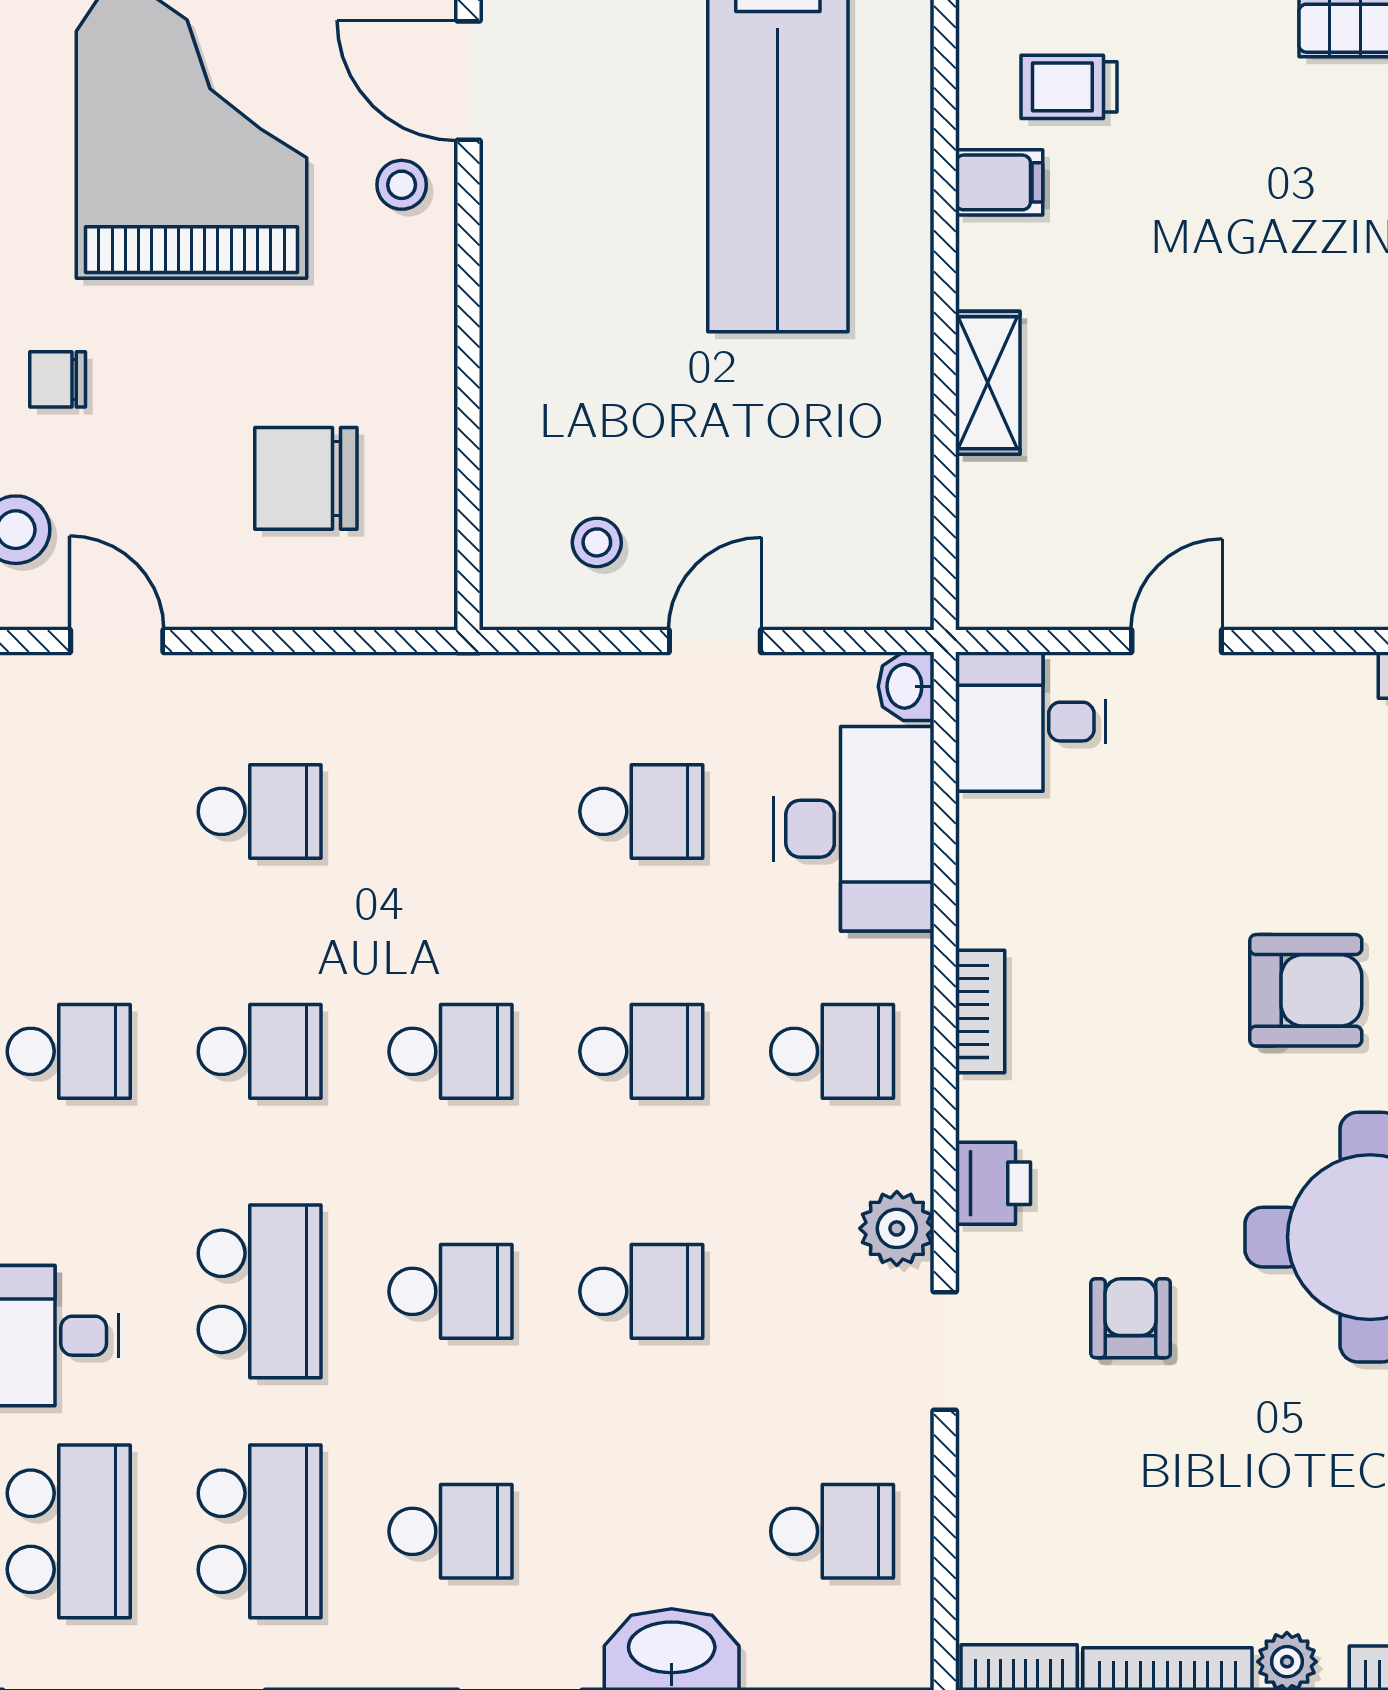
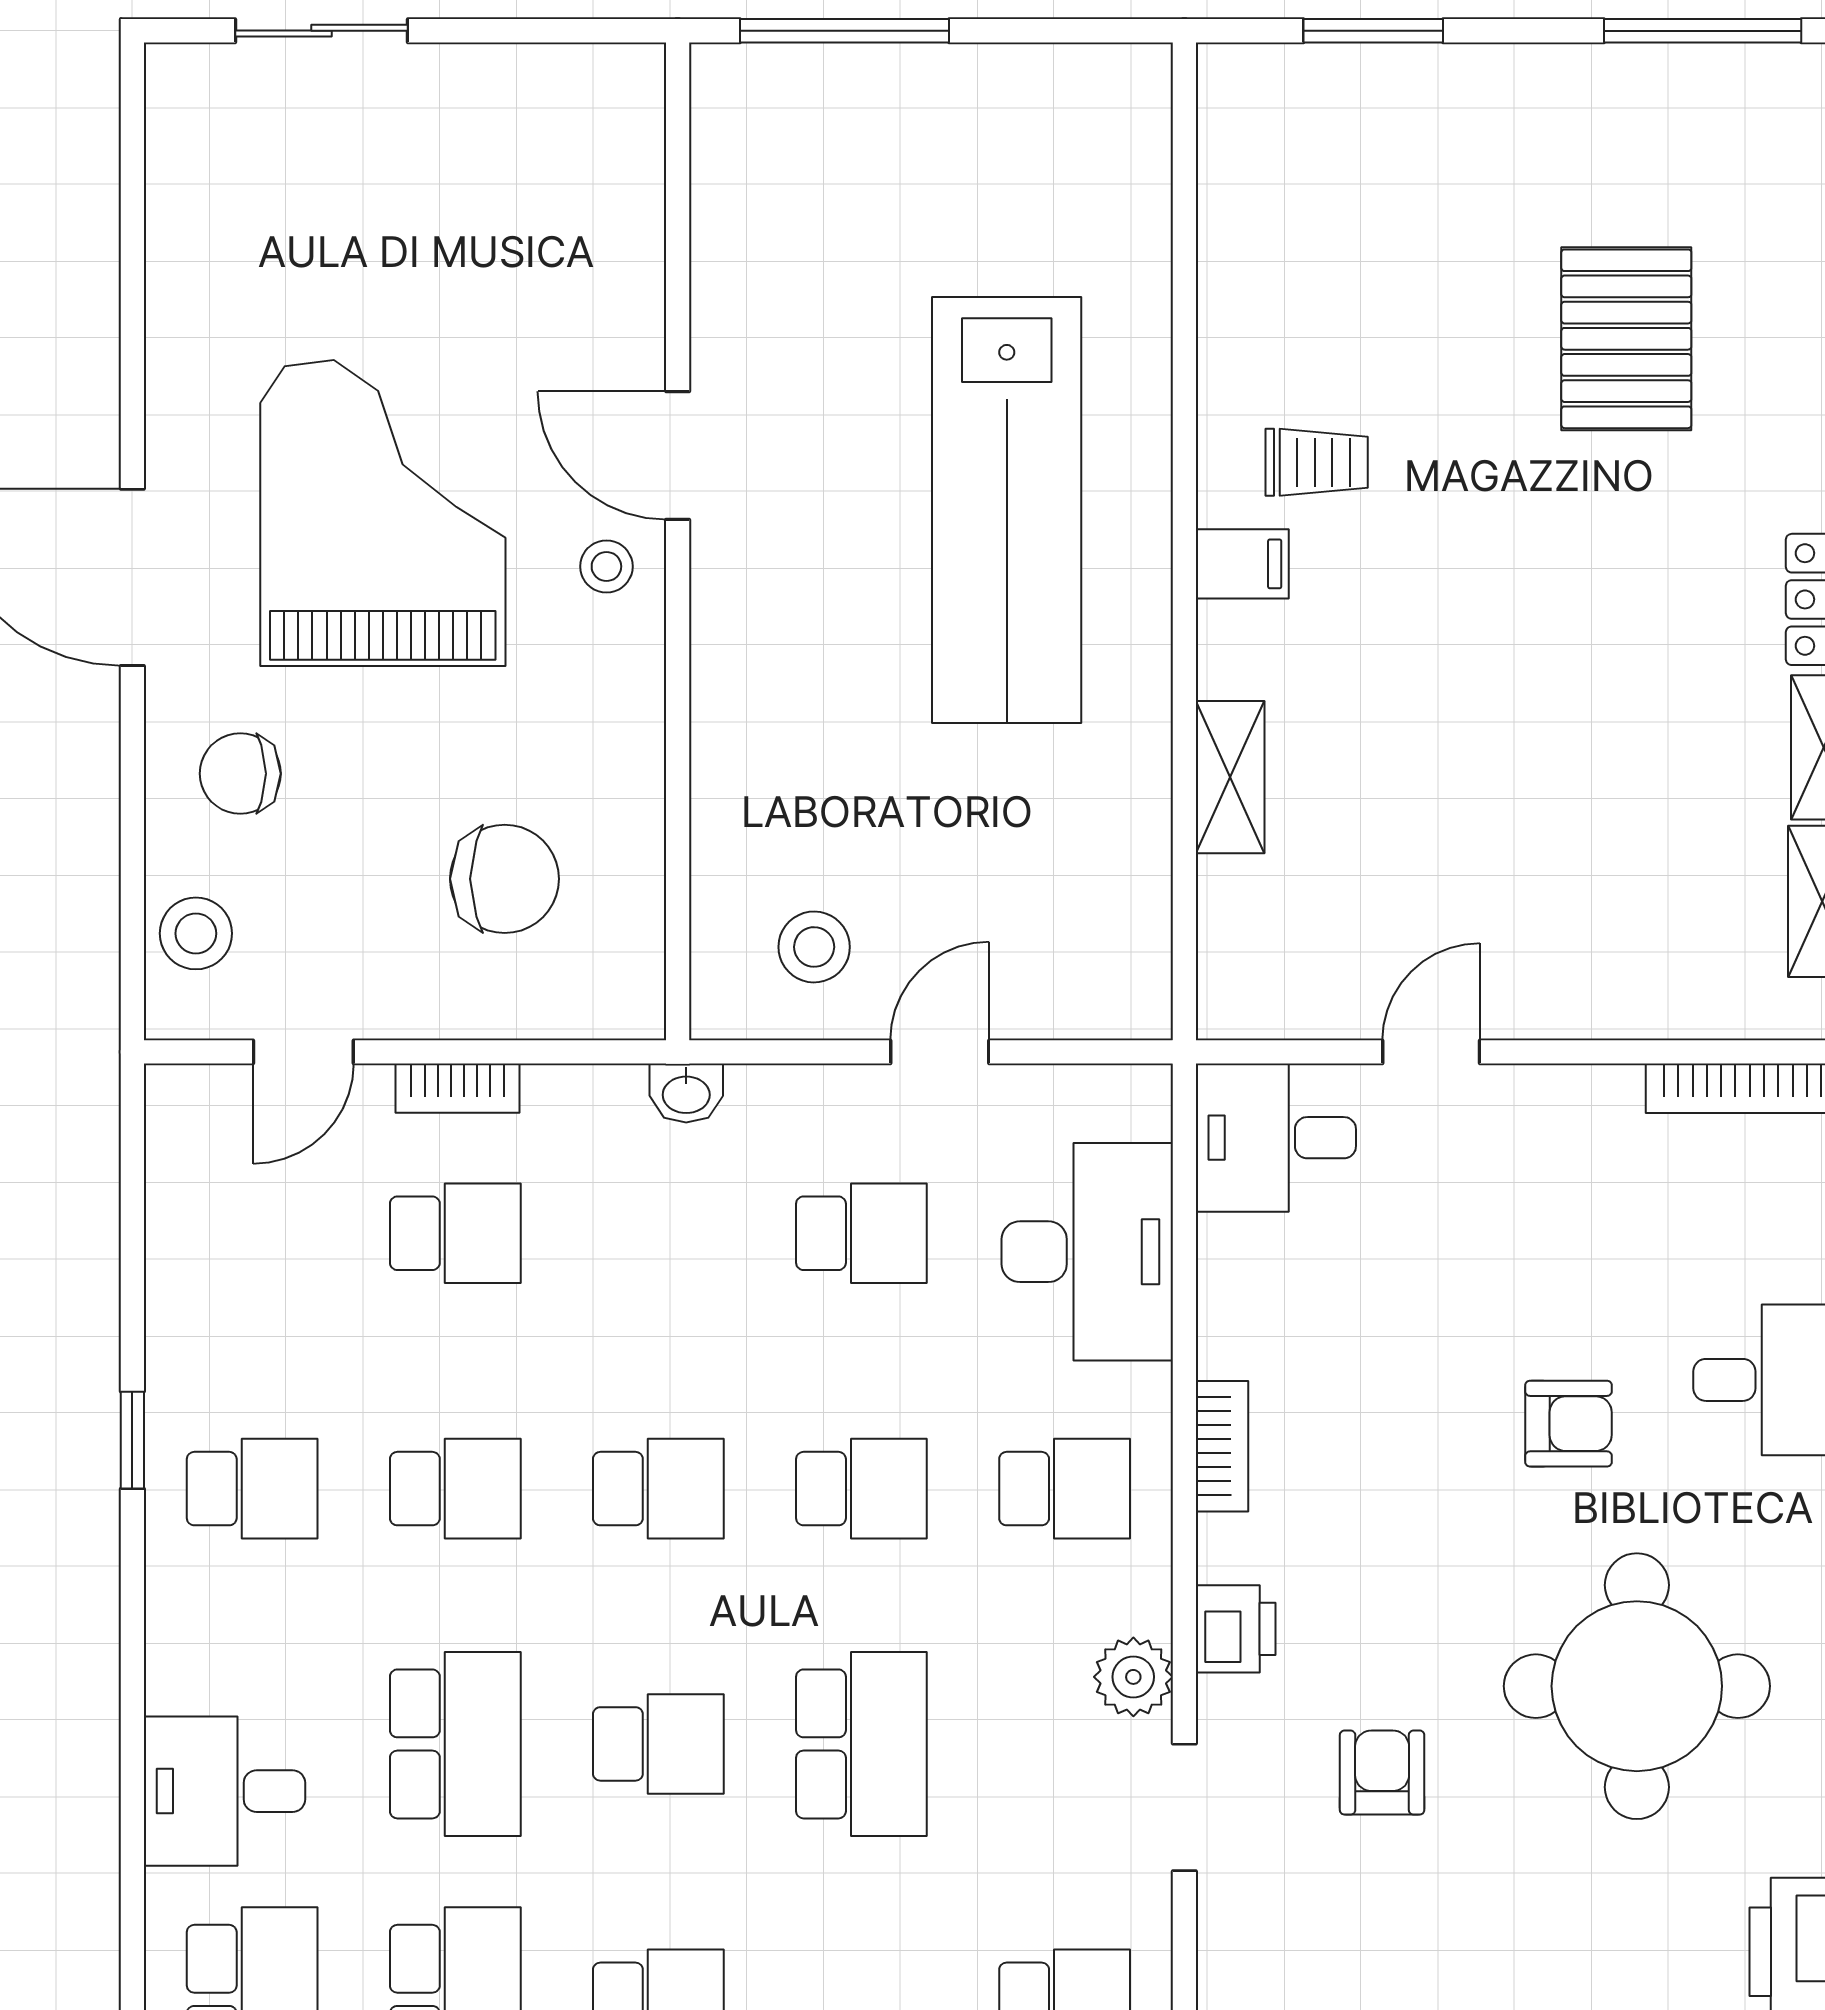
trolley: (1069, 87) -> (1317, 462), turned 180
chair: (58, 379) -> (240, 774), width x1.37, depth x1.37
chair: (306, 478) -> (505, 879), turned 180
stool: (597, 542) -> (814, 947), width x1.37, depth x1.37
door: (117, 641) -> (303, 1052), swing flipped
bookcase: (262, 675) -> (458, 1088), added
washbasin: (906, 686) -> (686, 1093), moved, turned -90
armchair: (1306, 990) -> (1569, 1424), width x0.72, depth x0.72
school desk: (641, 1291) -> (861, 1744), width x1.85

